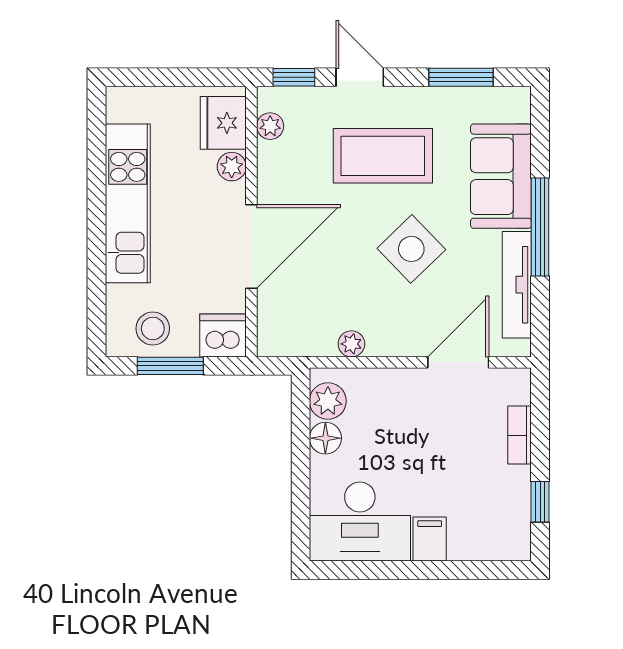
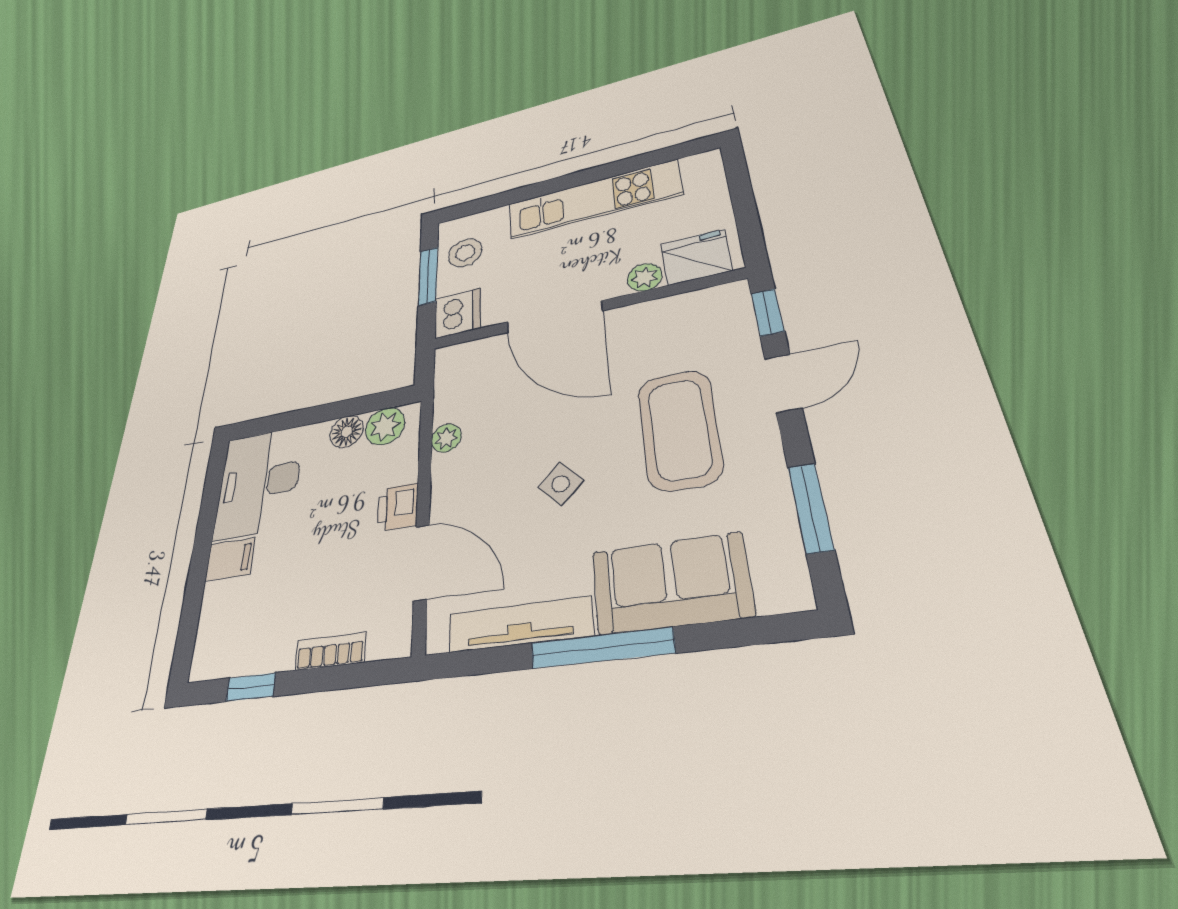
plant: (270, 126) -> (700, 302), removed
side table: (411, 249) -> (561, 484), width x0.54, depth x0.54
printer: (408, 385) -> (398, 507), added

